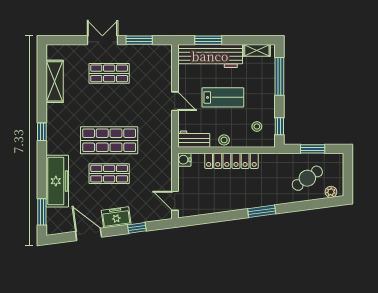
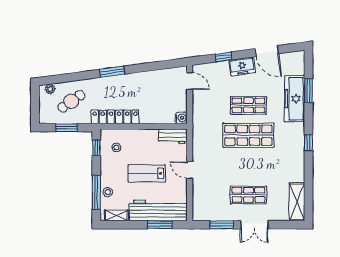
shelving: (55, 81) -> (297, 202), moved
stool: (224, 140) -> (108, 192), moved
locker: (231, 161) -> (115, 117), moved
window: (42, 212) -> (308, 91), moved

